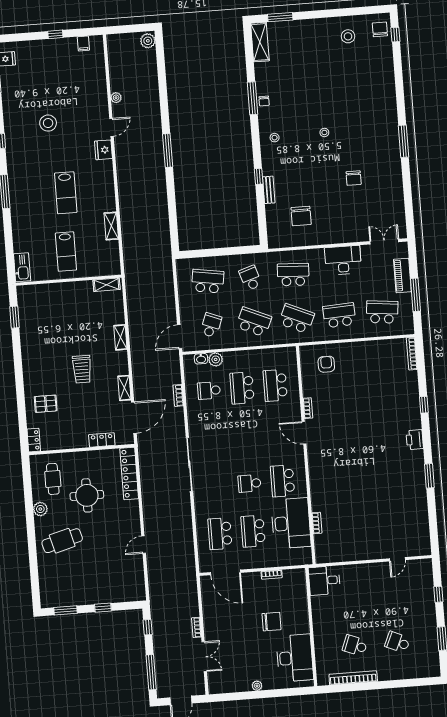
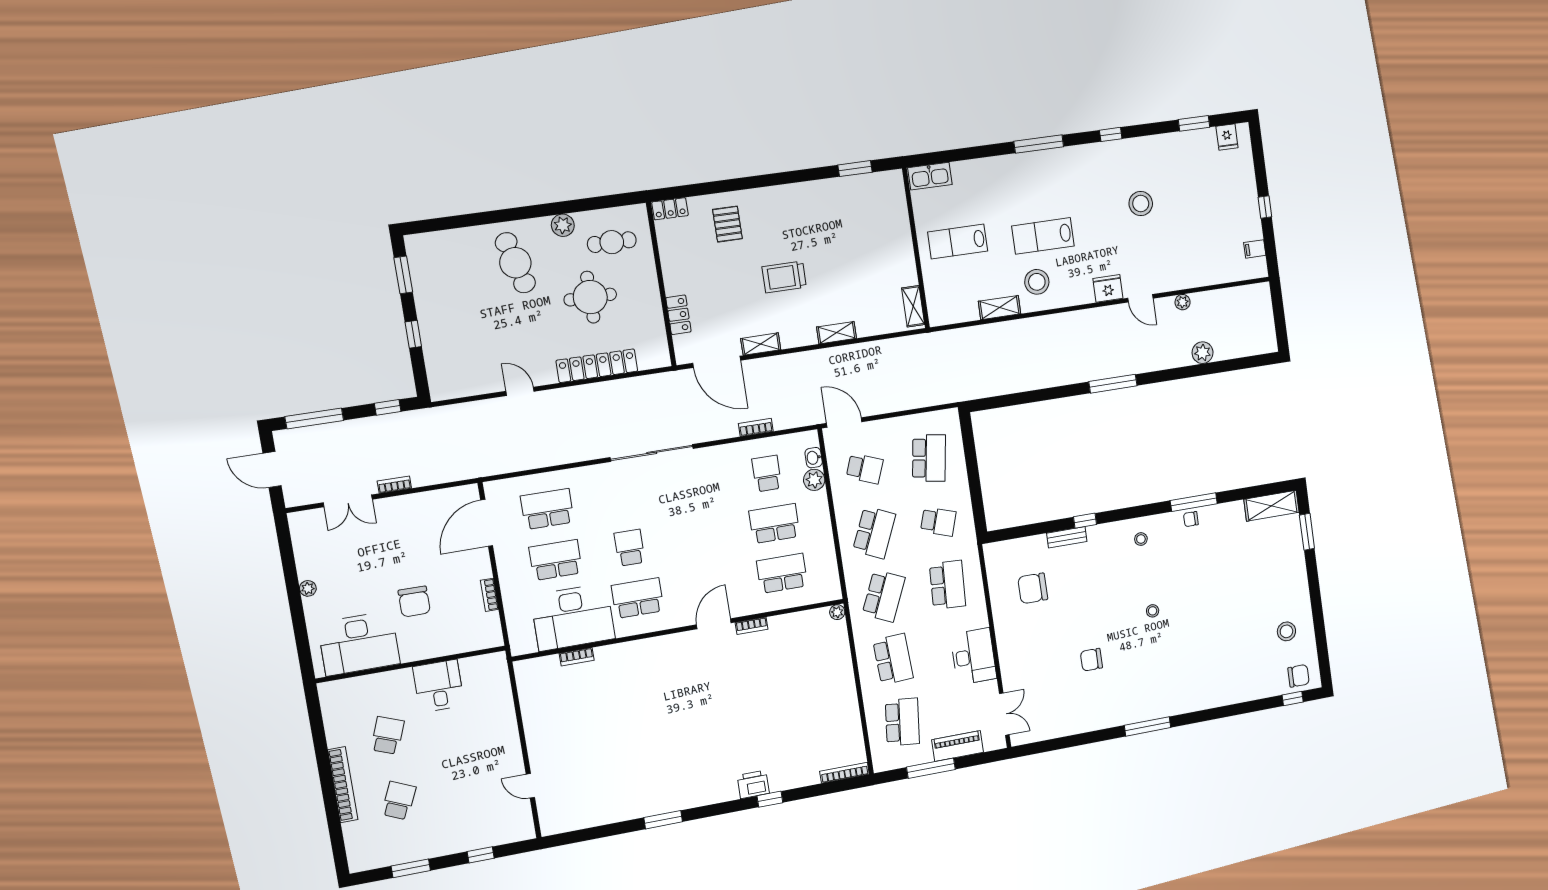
plant: (148, 41) -> (1203, 353), moved
stool: (96, 199) -> (1037, 282), added
school desk: (250, 278) -> (938, 522), turned 36
plant: (304, 351) -> (837, 612), added
armchair: (326, 364) -> (819, 647), removed
printer: (415, 440) -> (753, 784), moved
locker: (129, 473) -> (597, 366), moved
desk: (324, 580) -> (439, 686), moved
bookcase: (353, 678) -> (343, 785), moved

